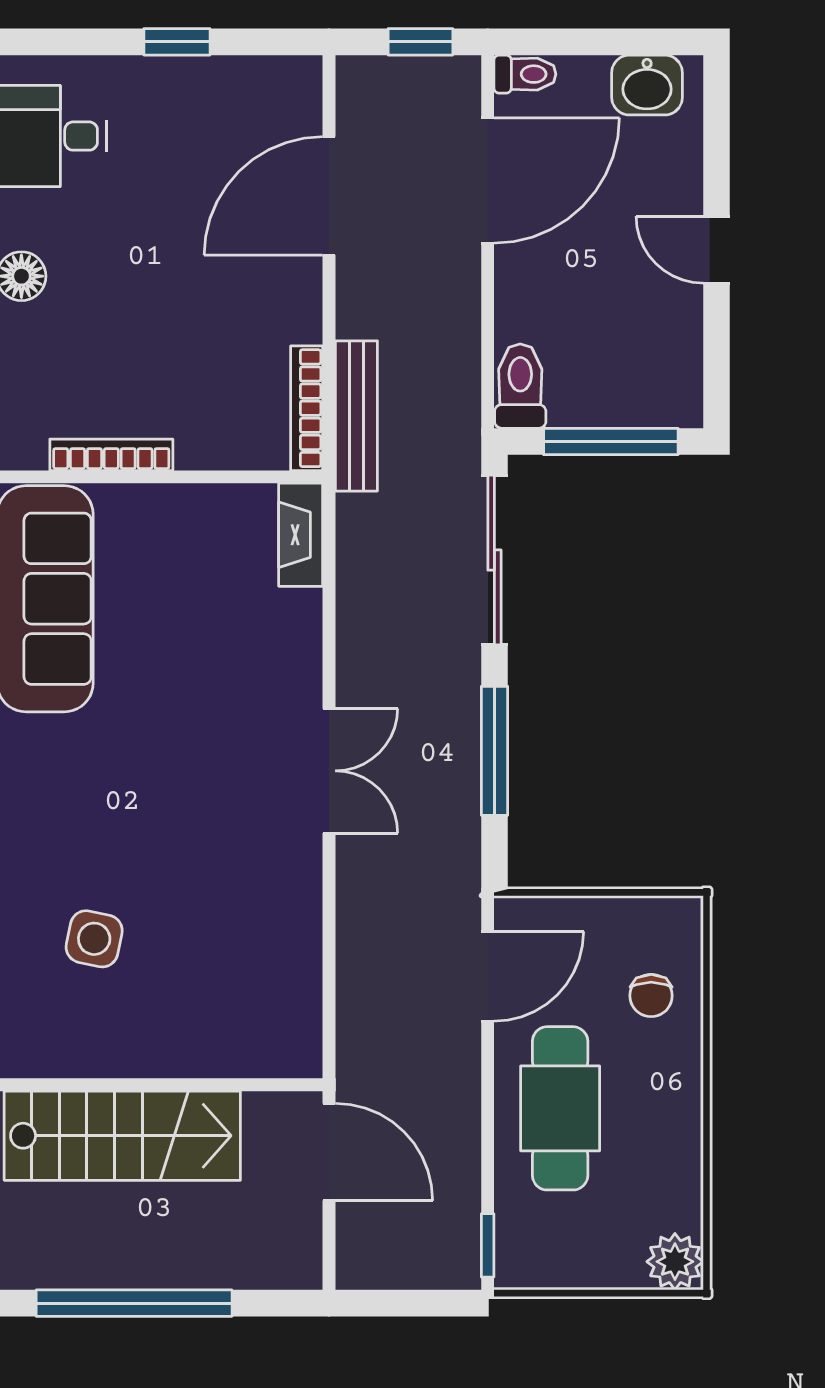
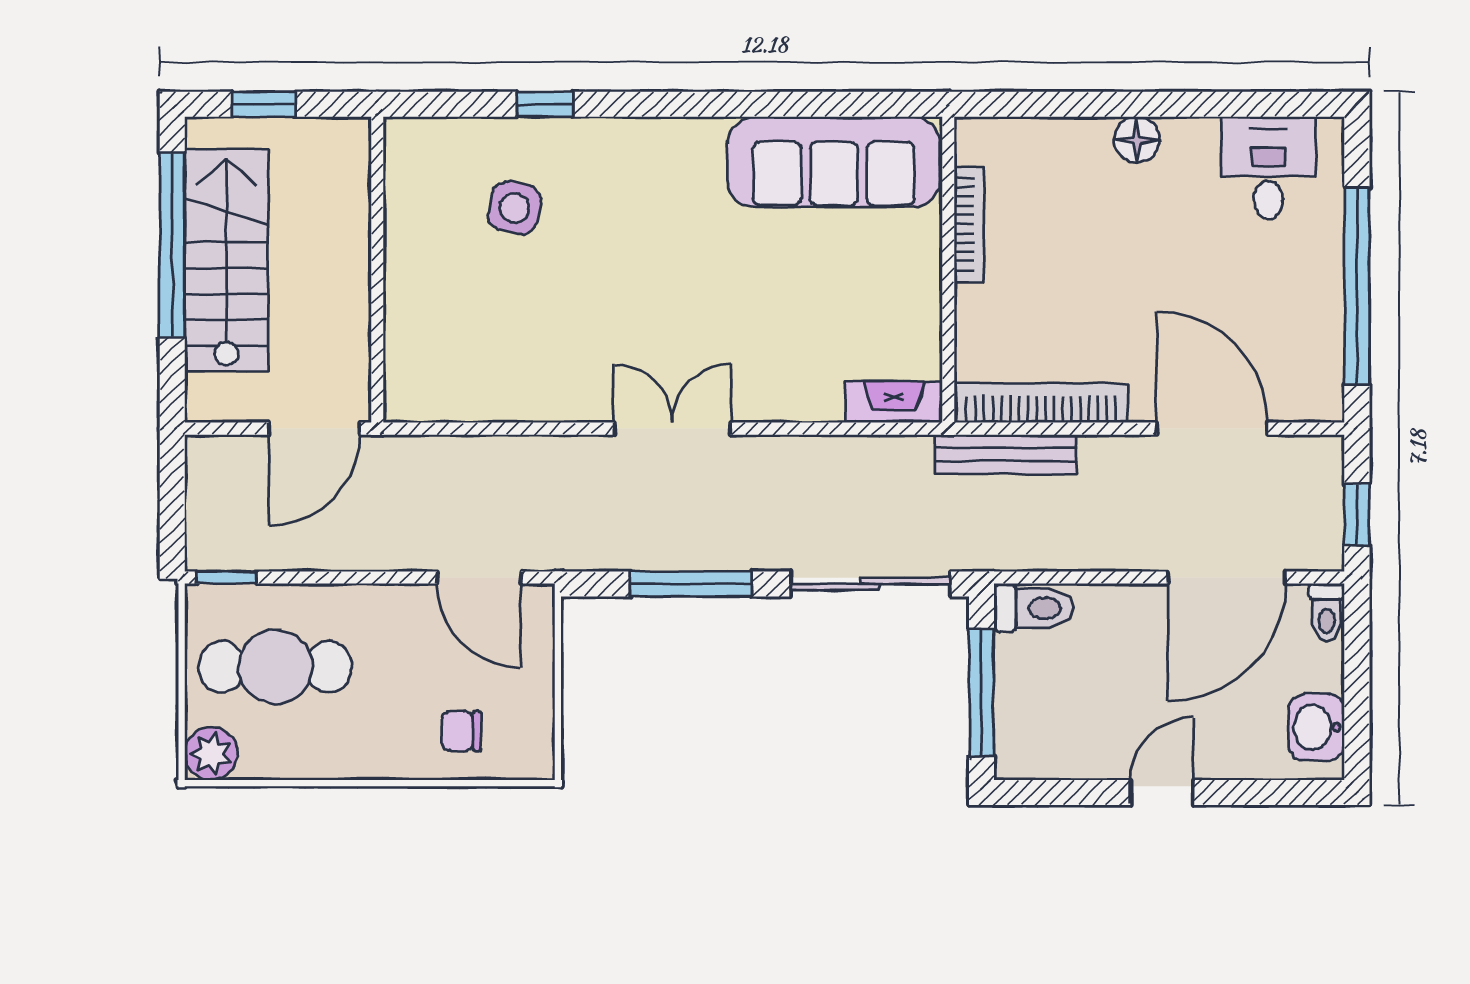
window: (177, 42) -> (1357, 286), width x3.17
door: (488, 180) -> (1227, 578), hinge flipped
bookcase: (307, 408) -> (1041, 403), width x1.48, depth x1.31
double door: (329, 771) -> (672, 429), swing flipped
cafe table: (560, 1108) -> (275, 667), moved
stairs: (122, 1136) -> (226, 261), moved, turned 180

